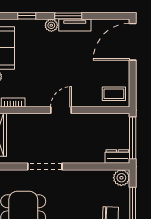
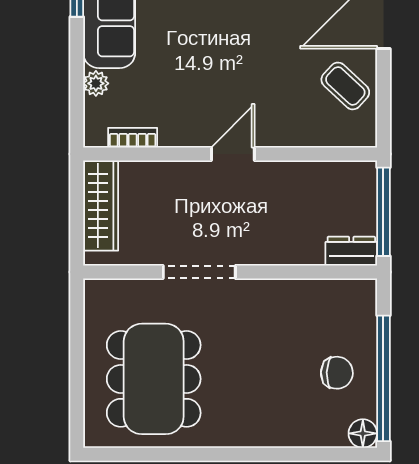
coffee table: (114, 94) -> (345, 86), moved, turned 43
plant: (121, 178) -> (360, 296), removed

